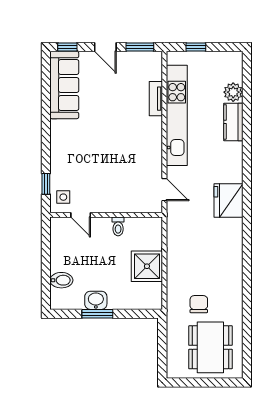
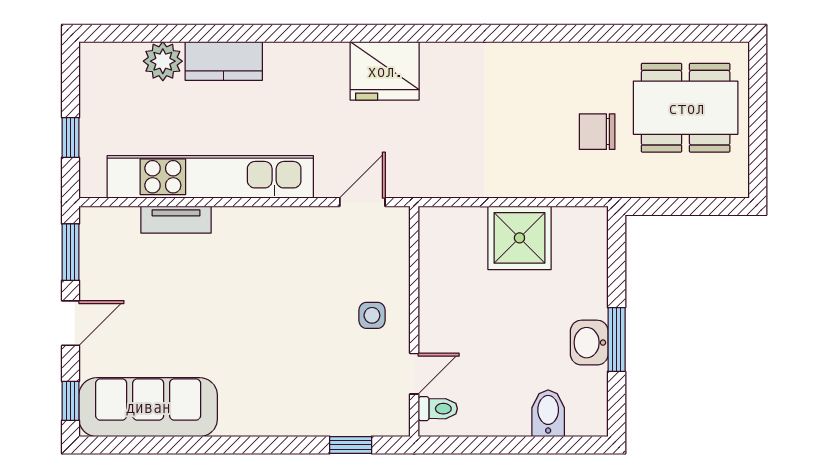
side table: (63, 197) -> (372, 315), moved
toilet: (118, 226) -> (438, 409), moved

